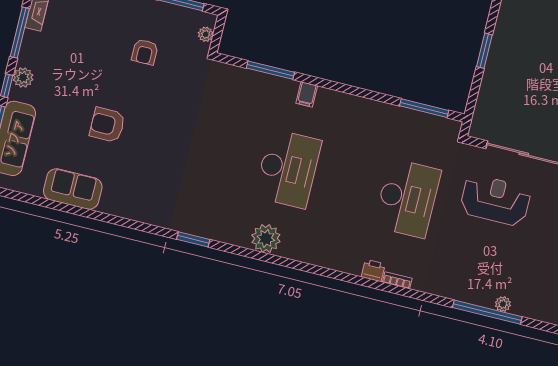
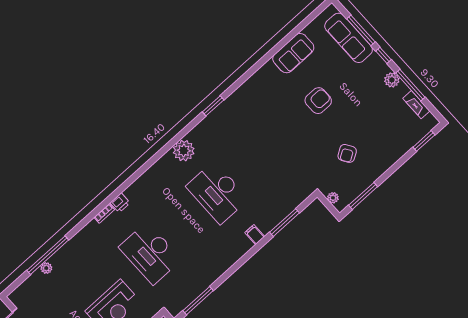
armchair: (145, 52) -> (347, 153), turned -122
plant: (23, 78) -> (392, 80), moved

